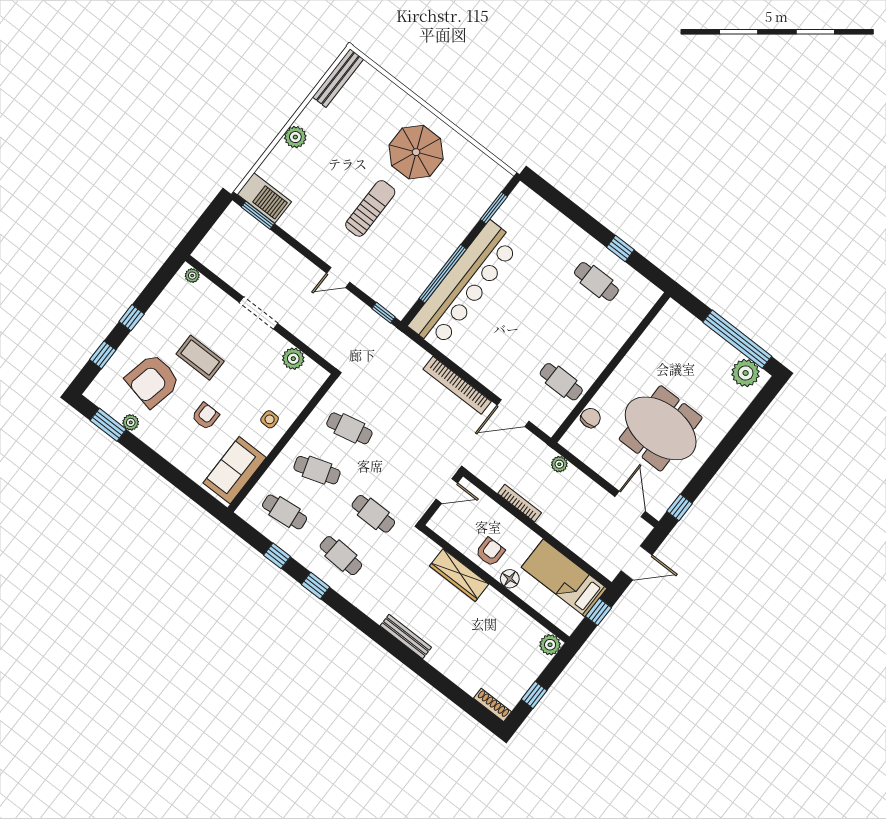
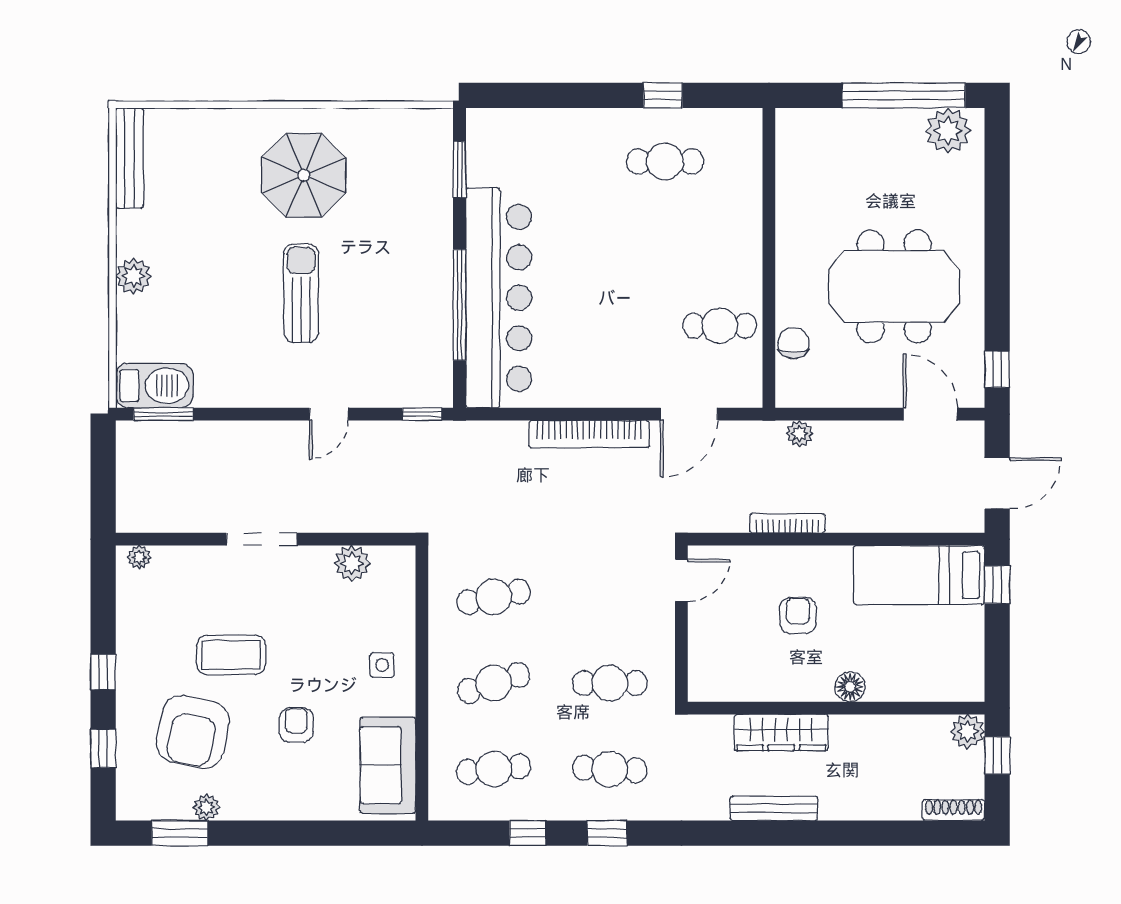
wardrobe: (459, 575) -> (781, 732), moved
floor lamp: (510, 579) -> (850, 687), moved
wall: (495, 584) -> (836, 708), moved
plant: (550, 645) -> (968, 731), moved

